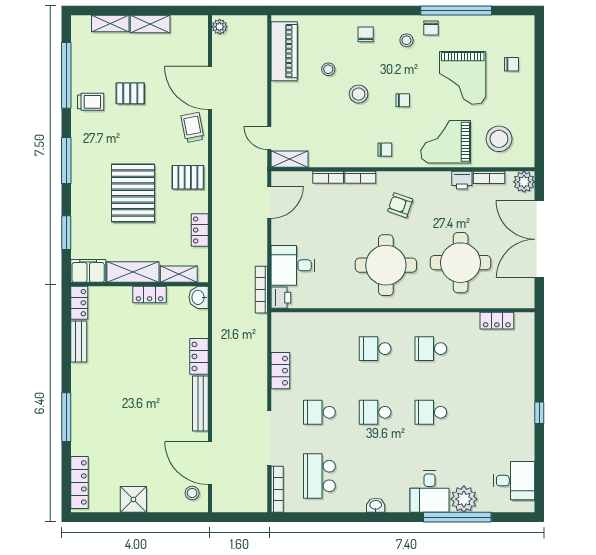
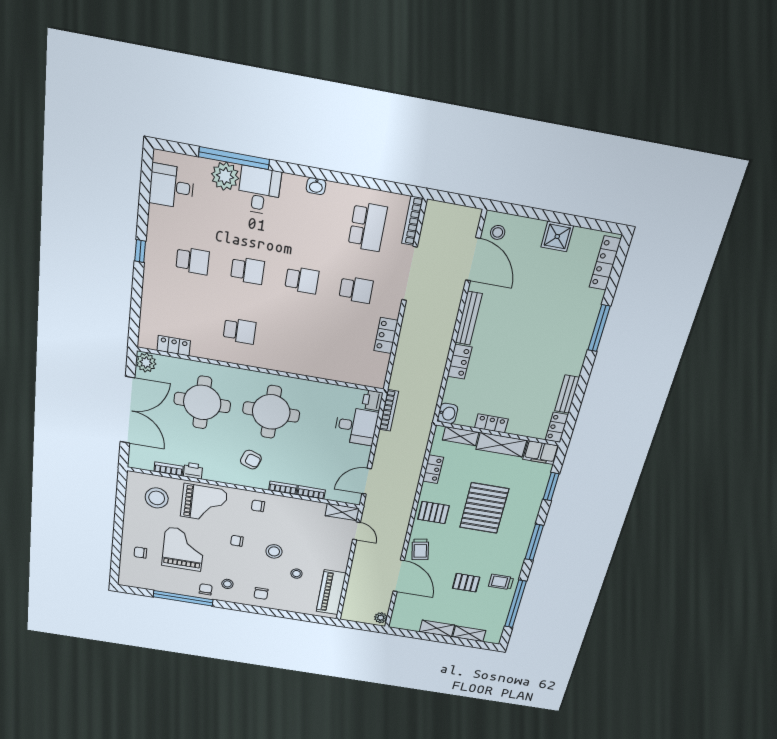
plant: (524, 182) -> (146, 363), moved
school desk: (375, 349) -> (193, 261), moved

